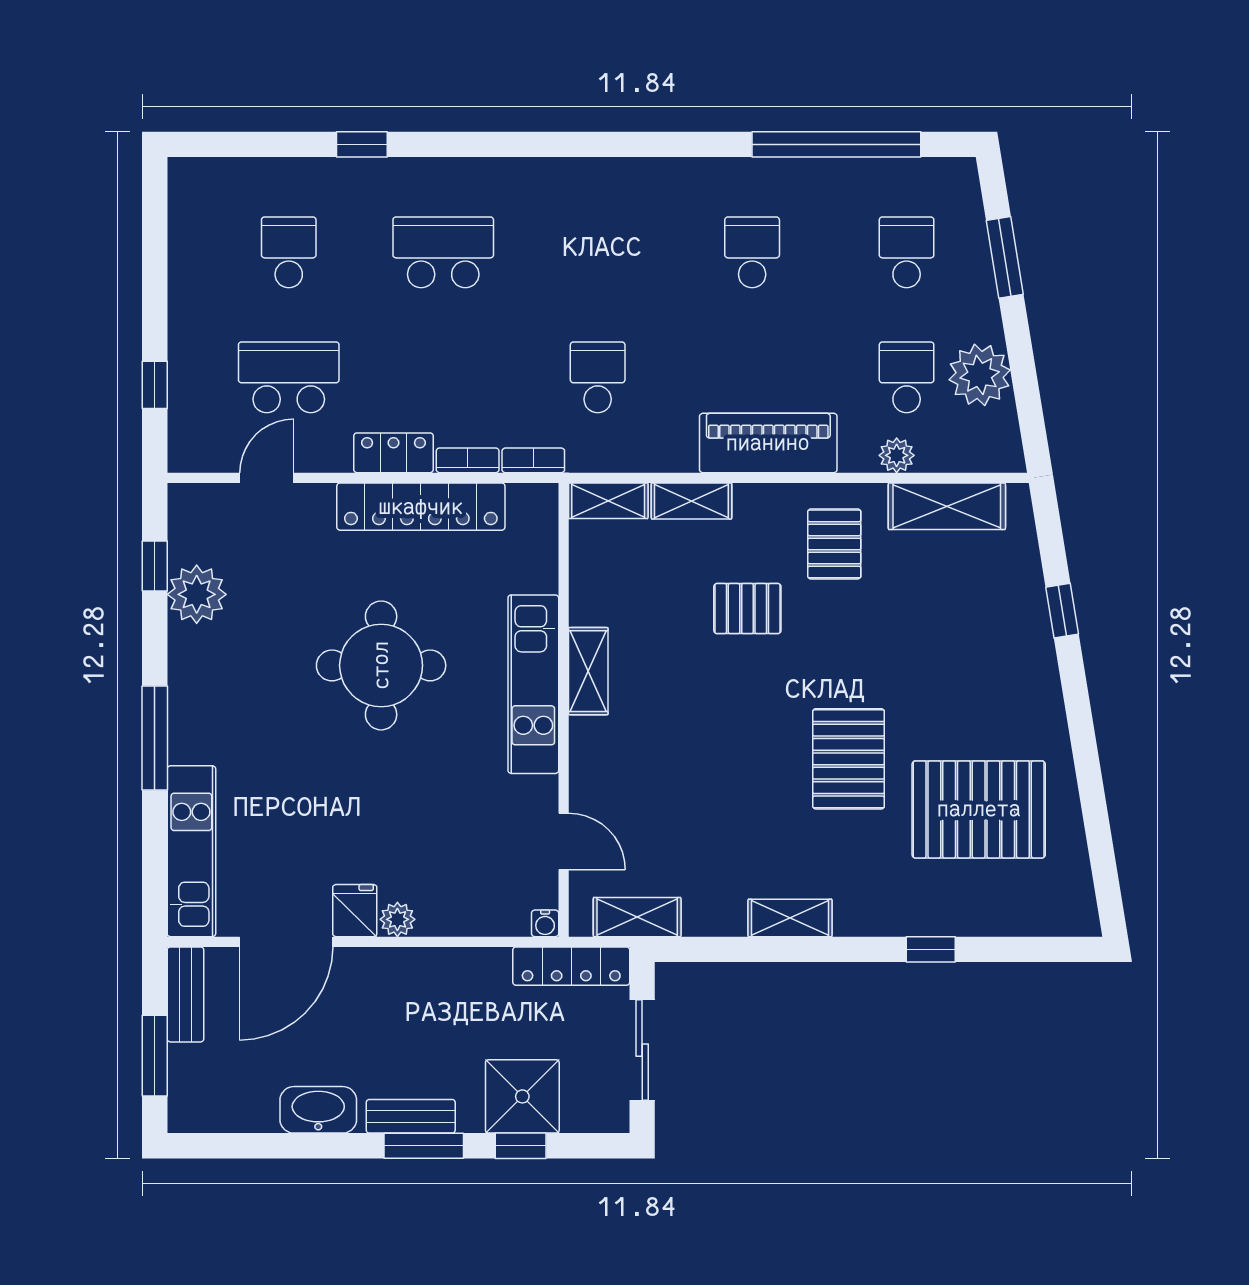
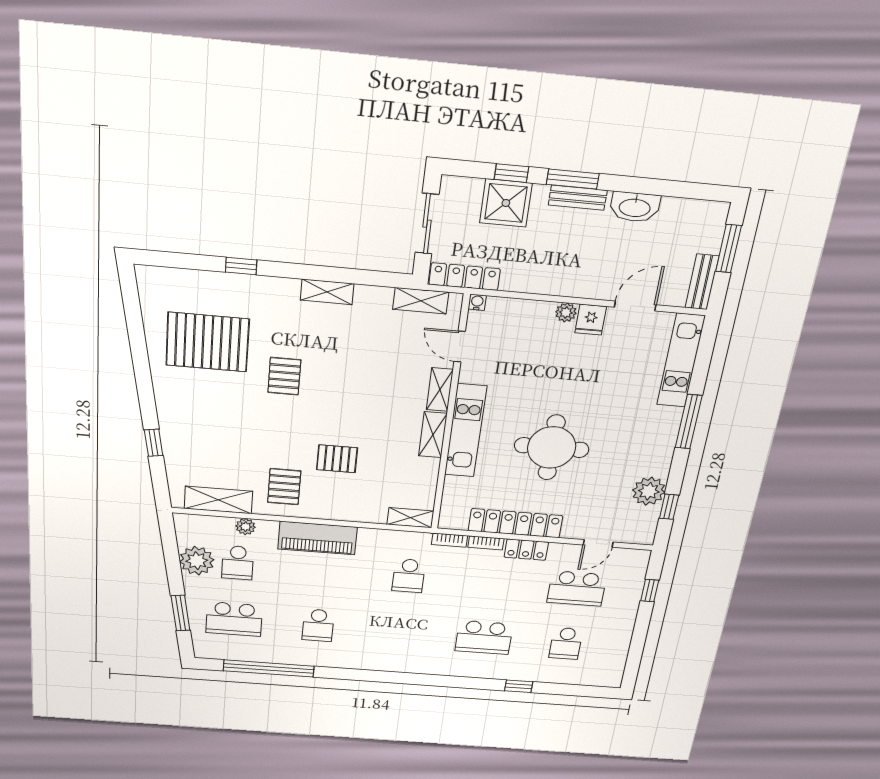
school desk: (907, 252) -> (234, 619), width x1.85
shelving: (691, 501) -> (440, 390), moved, turned 90
pallet: (849, 759) -> (284, 376), width x0.67, depth x0.71
door: (286, 942) -> (635, 306), width x0.73

